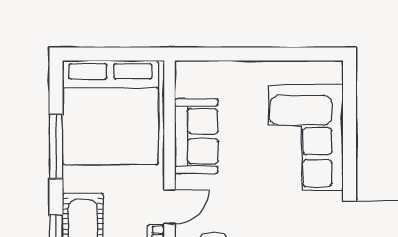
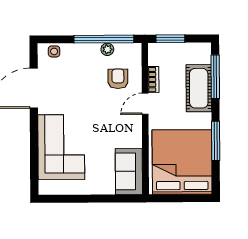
sofa: (196, 136) -> (129, 171), moved

